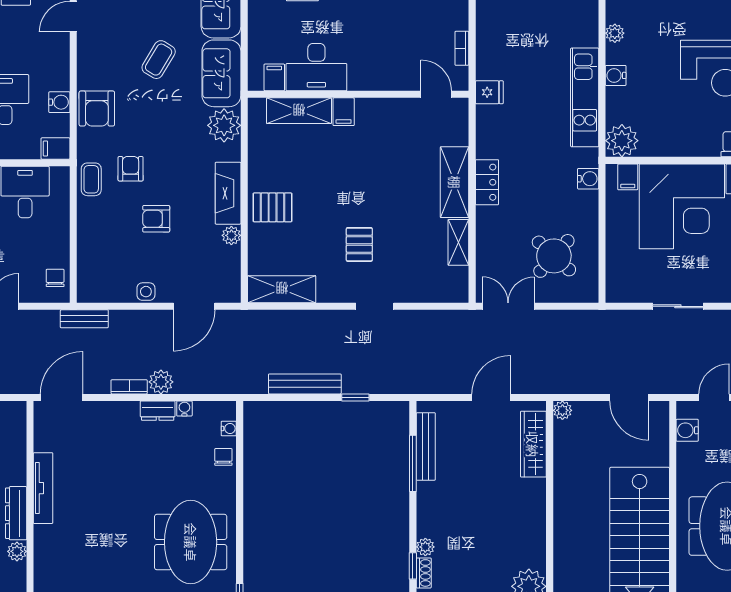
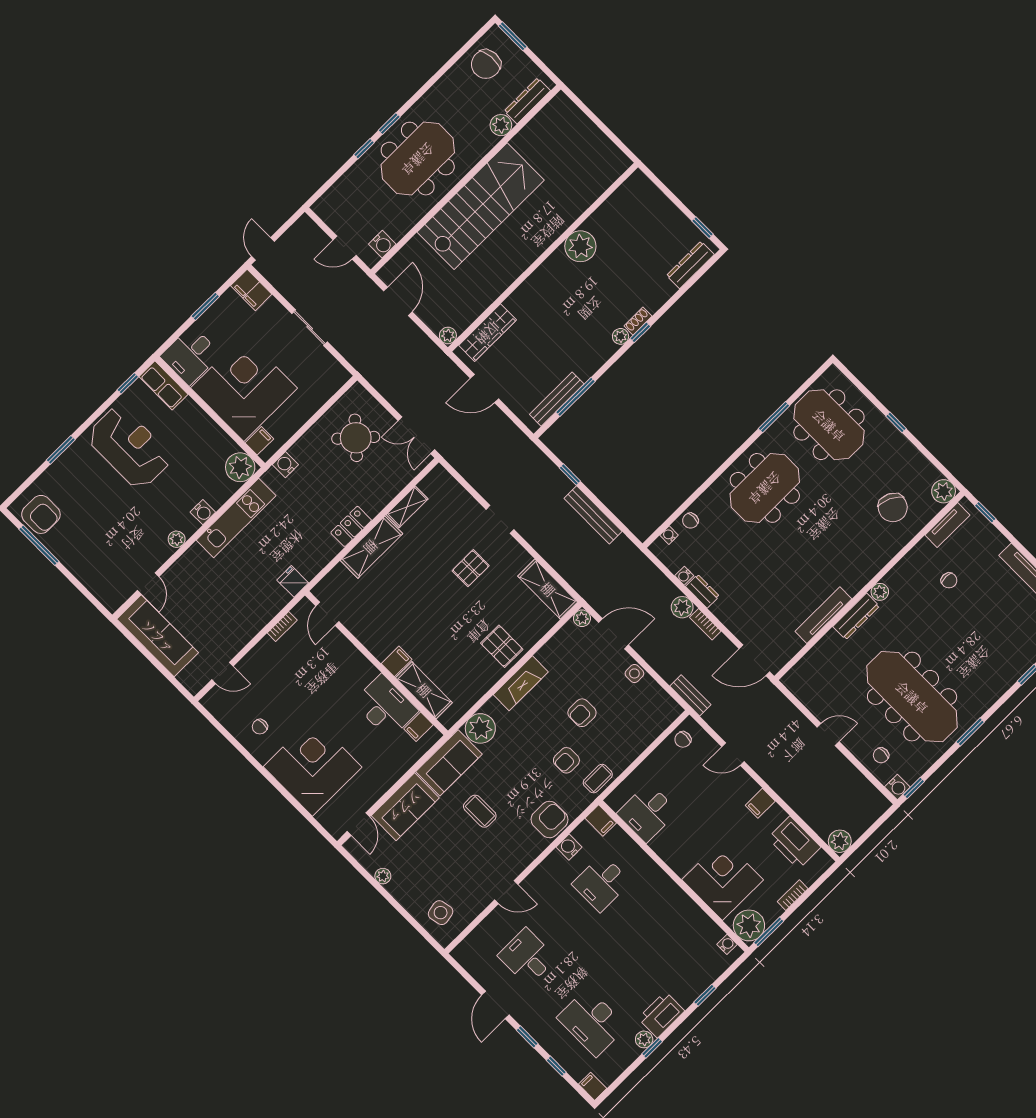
coffee table: (159, 60) -> (480, 811), turned 59
armchair: (156, 219) -> (582, 713), turned 90
plant: (231, 235) -> (582, 618), moved

